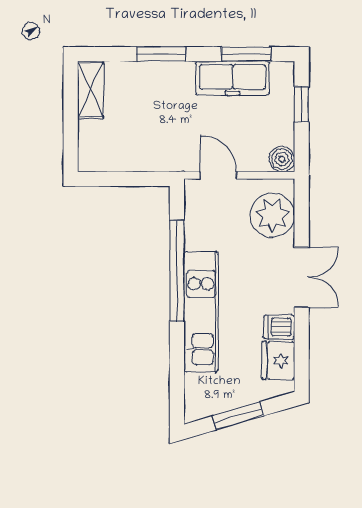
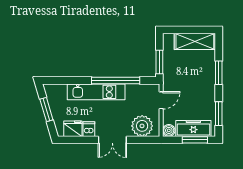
freezer: (233, 78) -> (193, 128), moved, turned 90
shelving: (91, 90) -> (195, 41), width x1.50, depth x1.33
window: (302, 104) -> (195, 140), width x1.50
window: (138, 179) -> (159, 62), added

